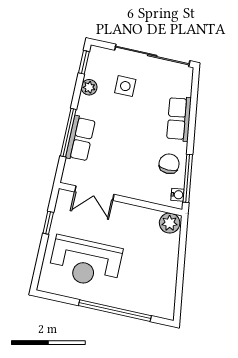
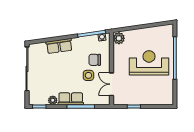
side table: (125, 86) -> (88, 75), moved
row of seats: (80, 139) -> (71, 99), moved
chair: (169, 164) -> (95, 60), moved
double door: (94, 193) -> (111, 84), swing flipped
reception desk: (86, 262) -> (149, 63), moved, turned -90

